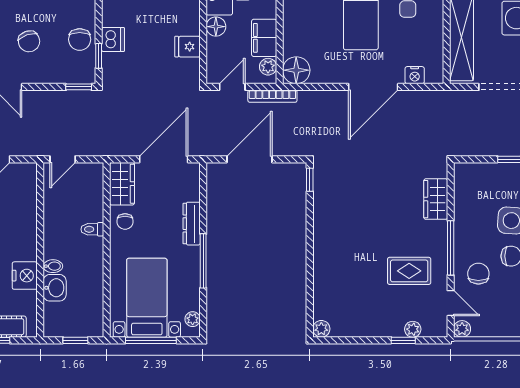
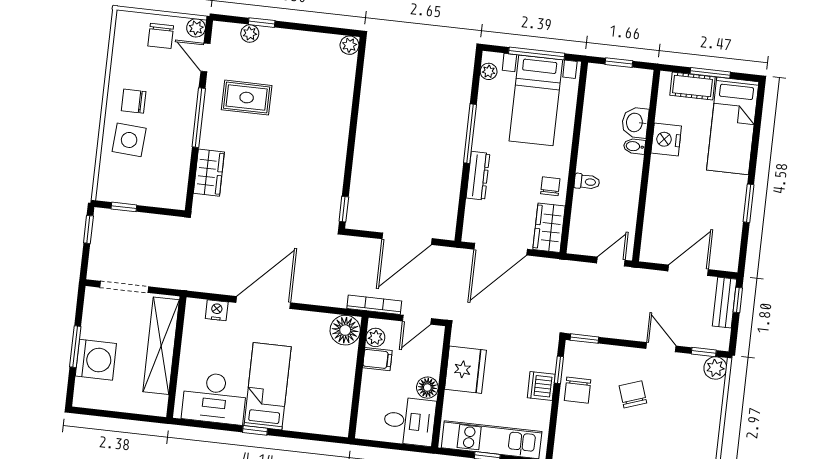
filing cabinet: (264, 38) -> (377, 359), width x0.50
chair: (80, 39) -> (578, 390), turned 180
fridge: (188, 47) -> (465, 370), width x1.88, depth x1.34
chair: (478, 274) -> (161, 36), moved

